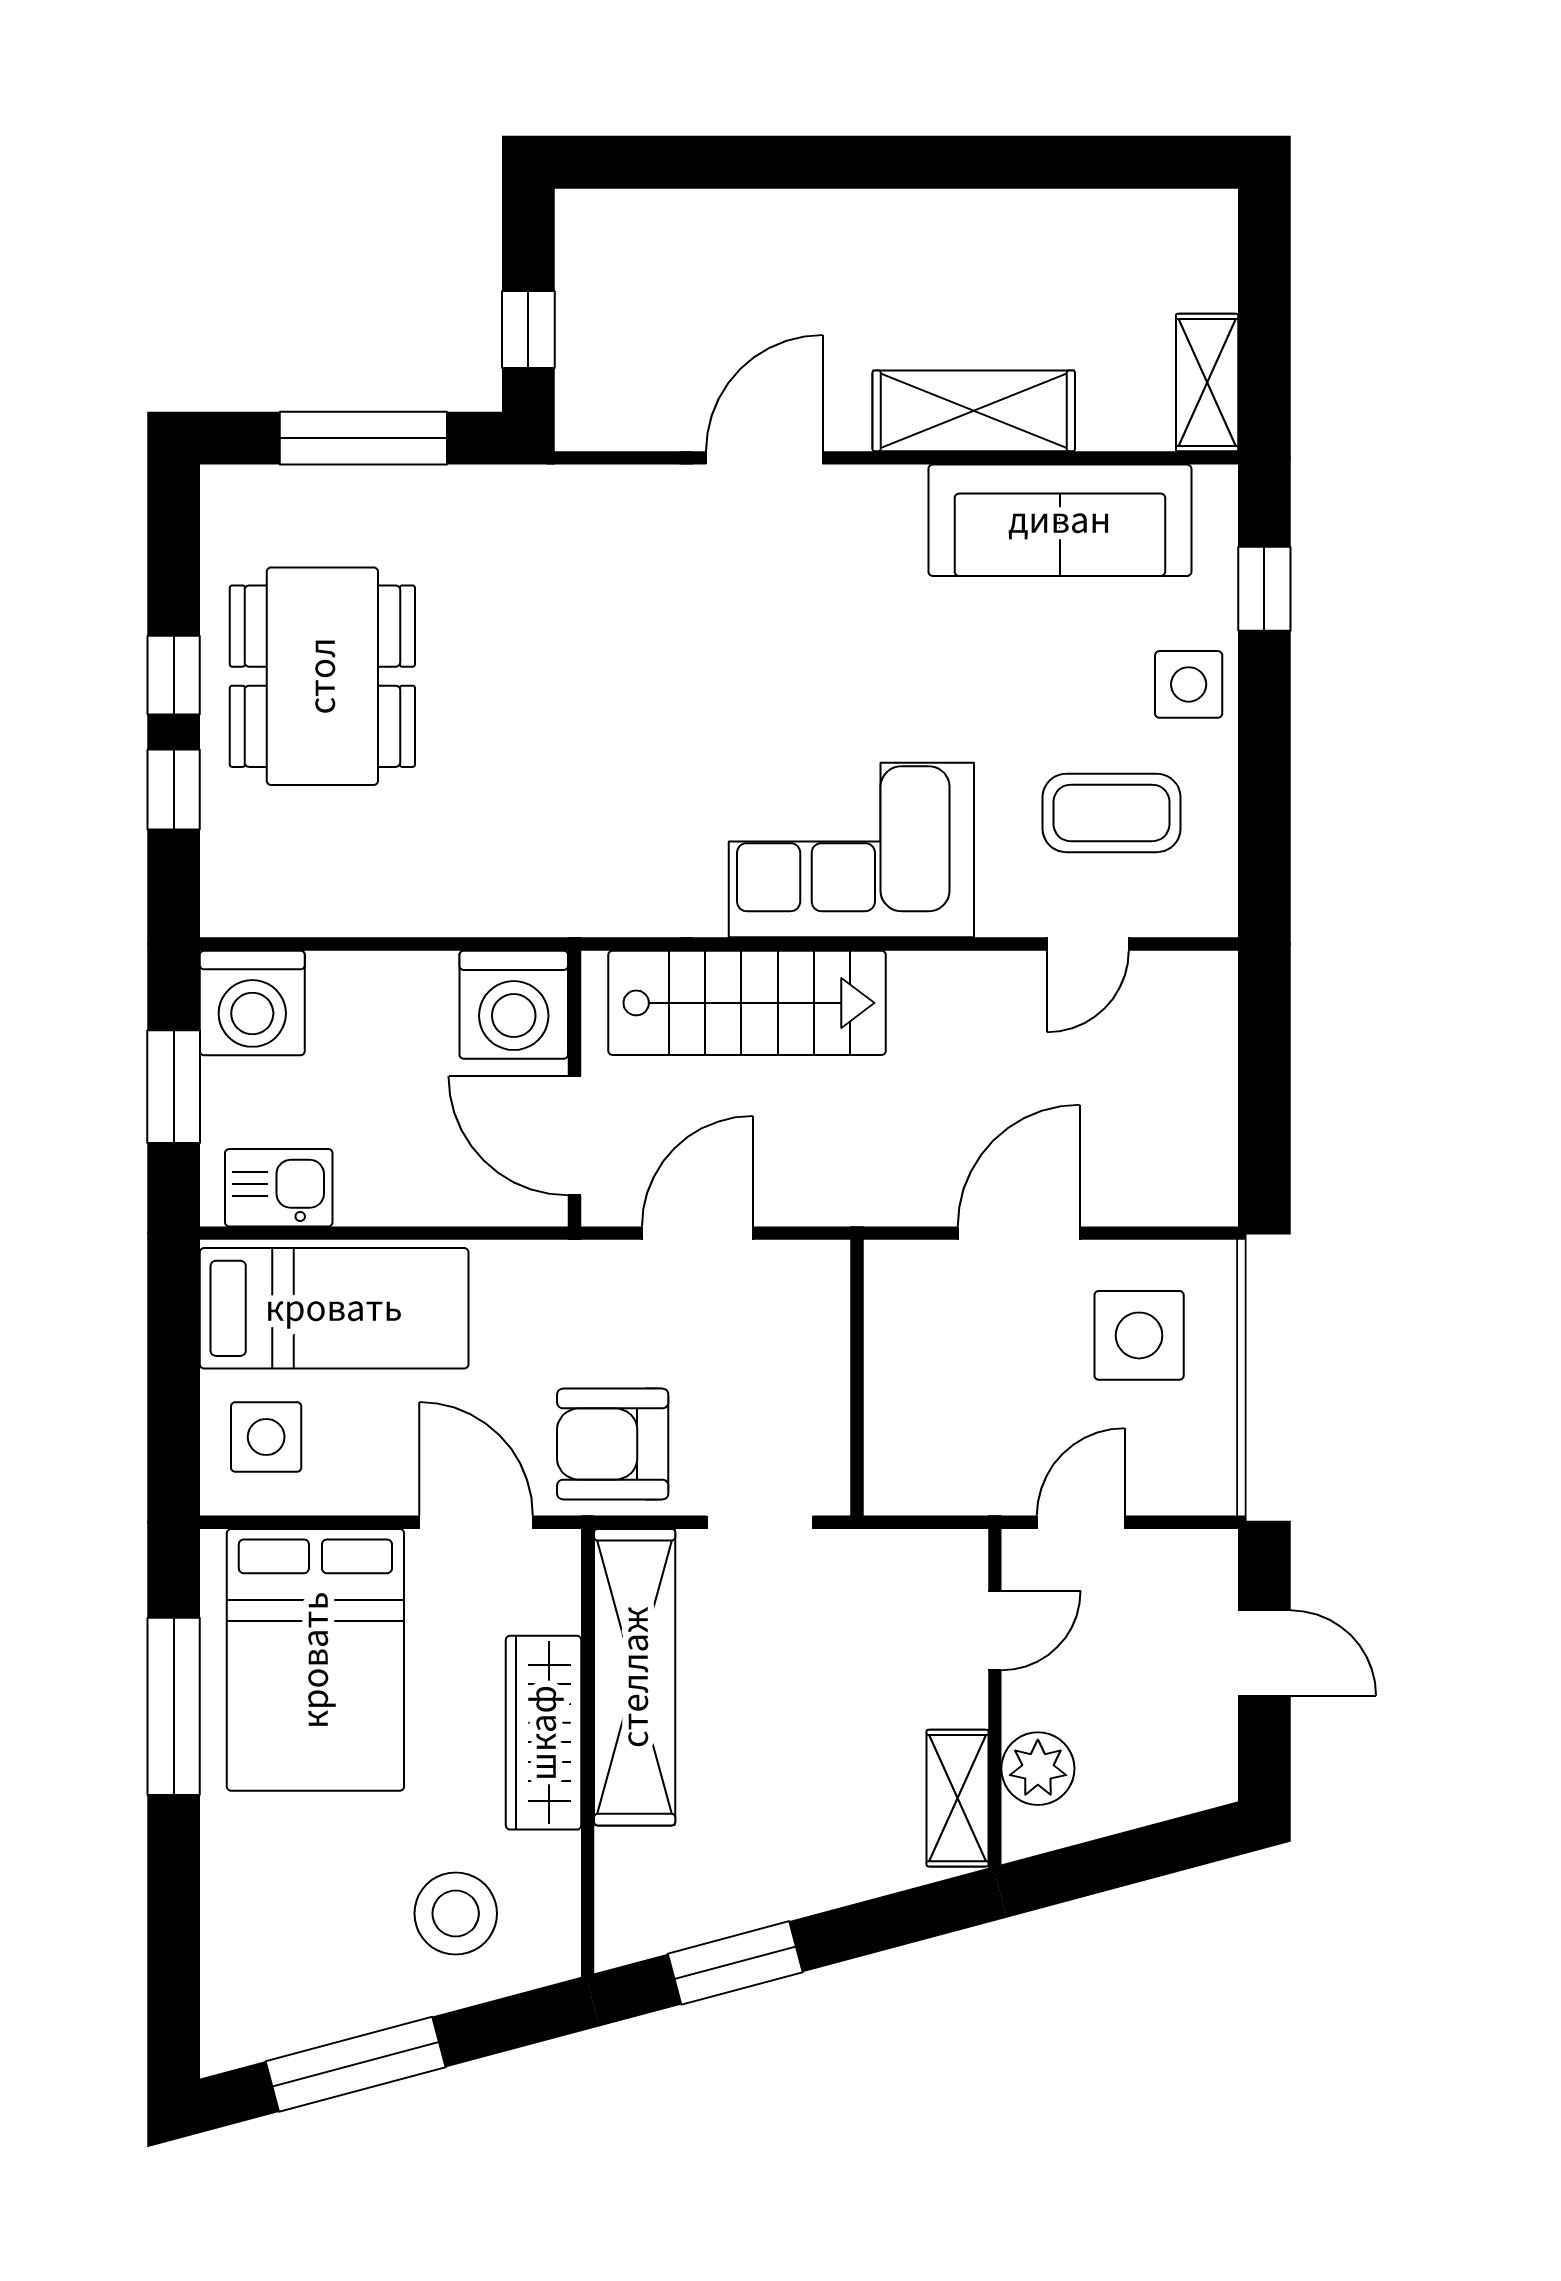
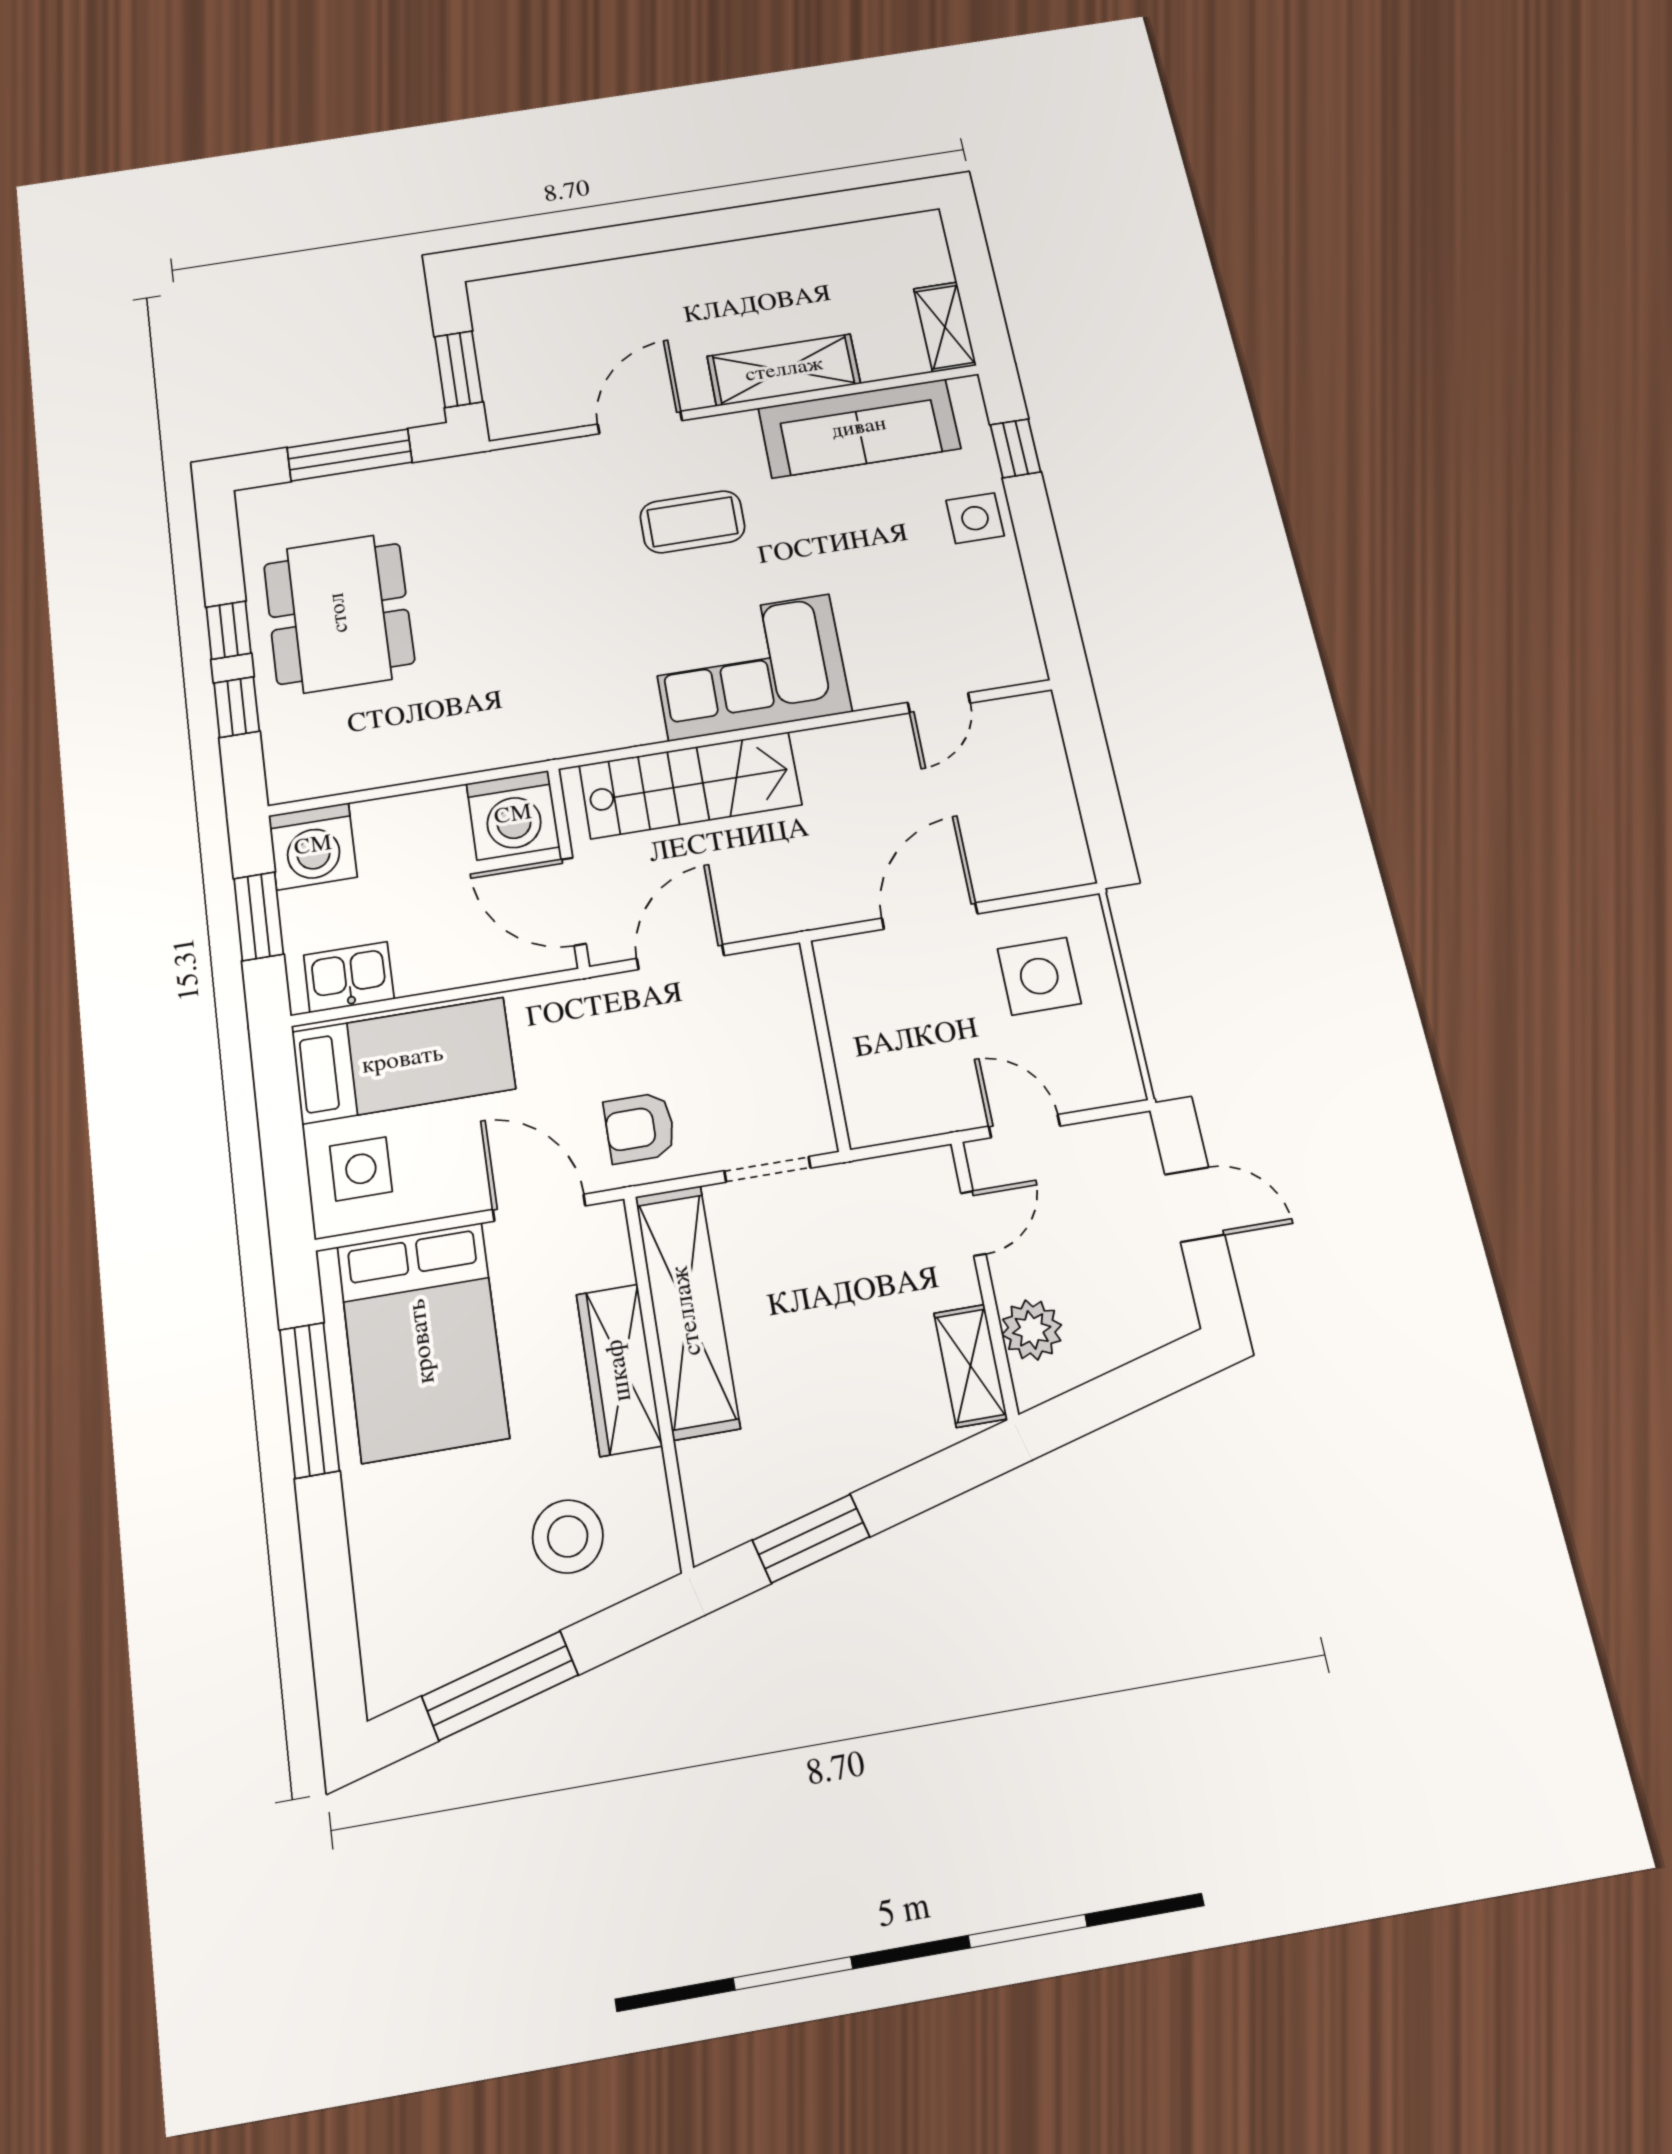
window: (528, 329) -> (459, 369), width x1.50
coffee table: (1112, 813) -> (692, 522), moved
armchair: (613, 1444) -> (640, 1128), width x0.72, depth x0.72
door: (1081, 1522) -> (1024, 1126), hinge flipped

